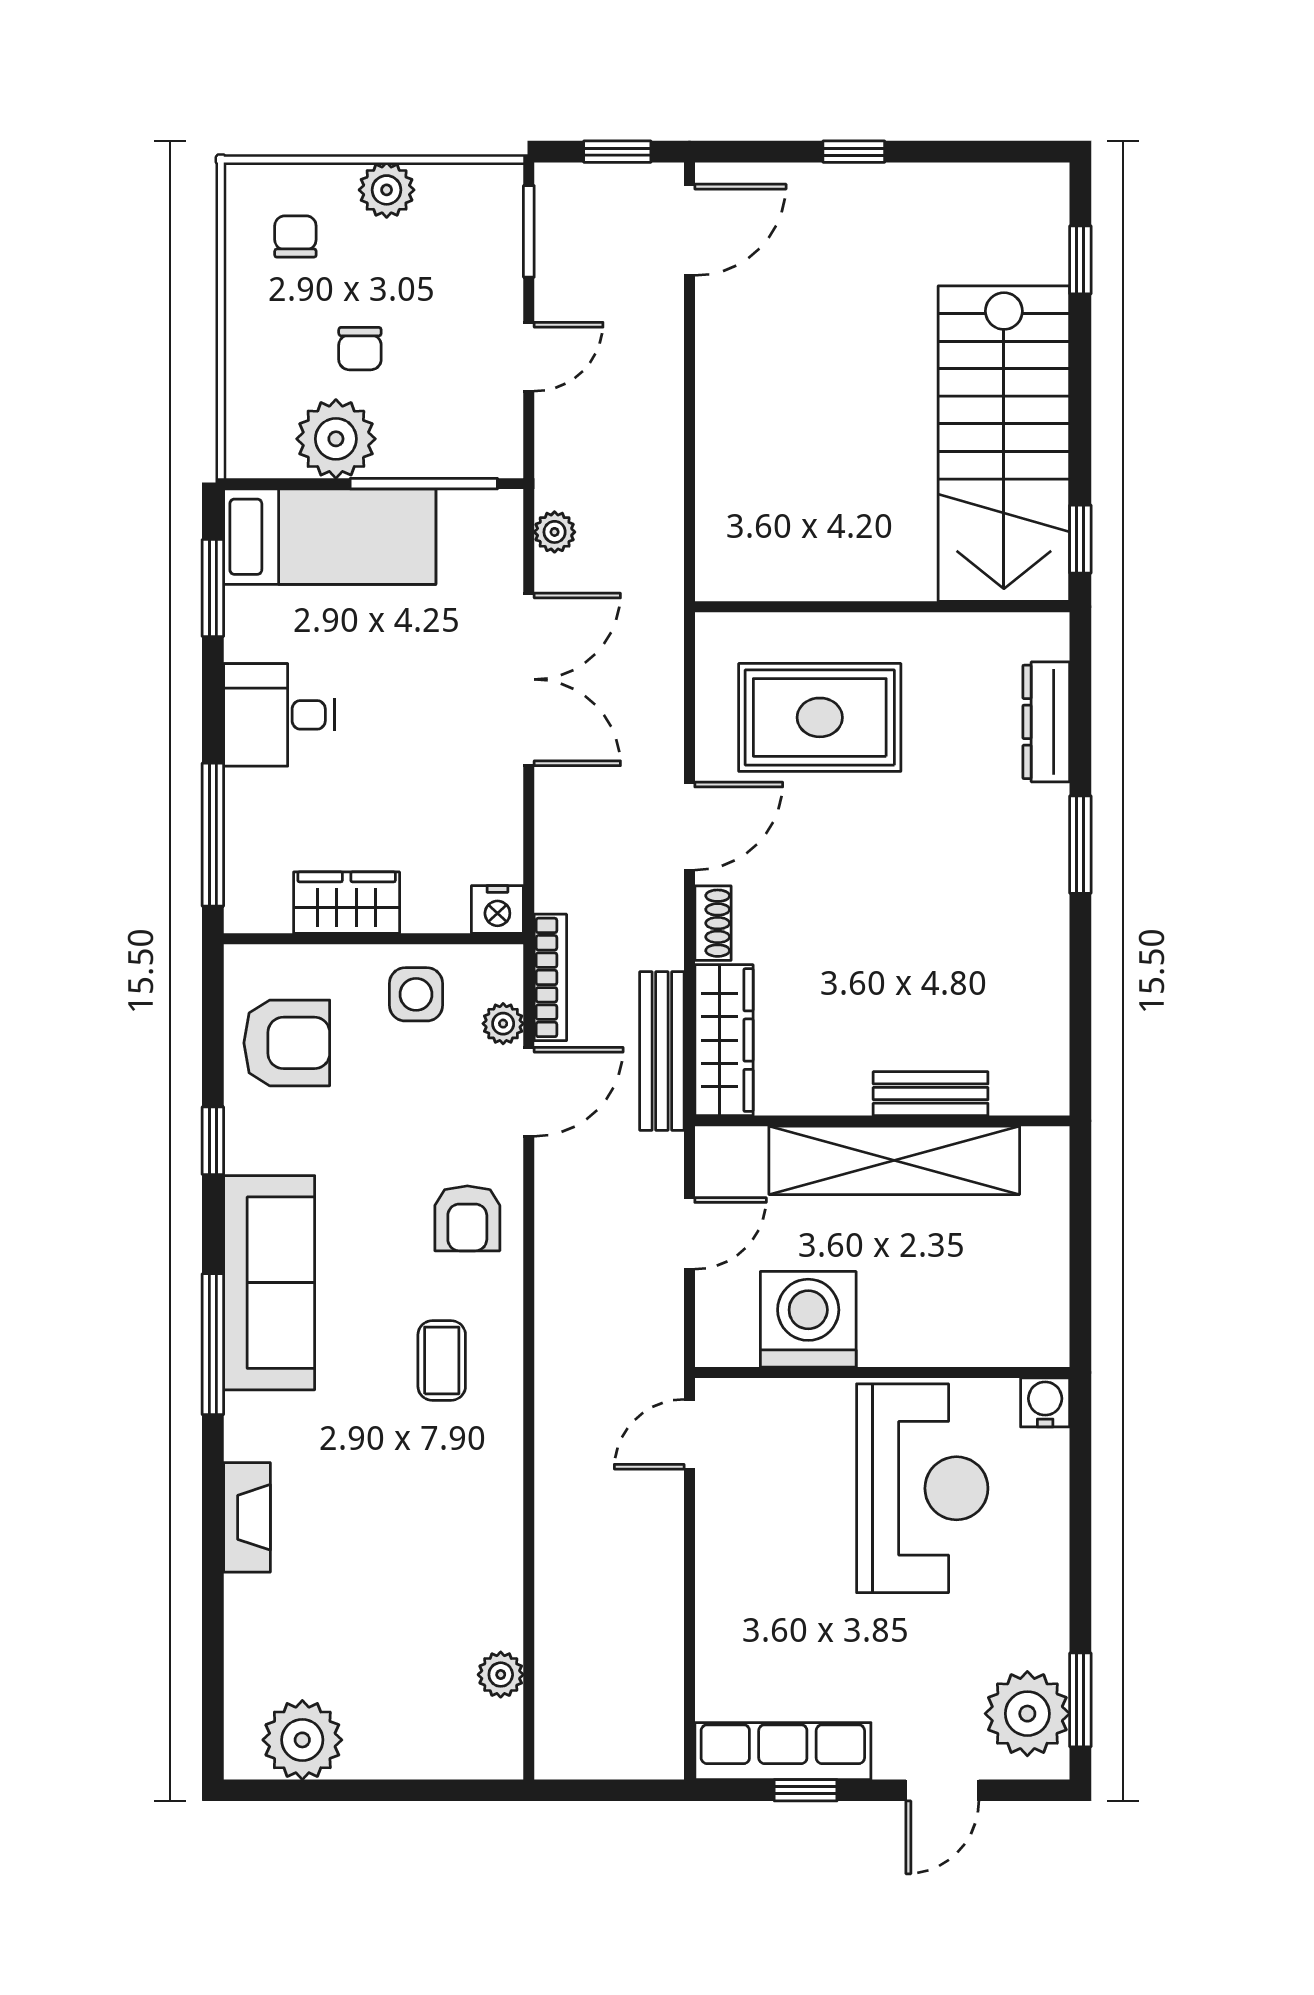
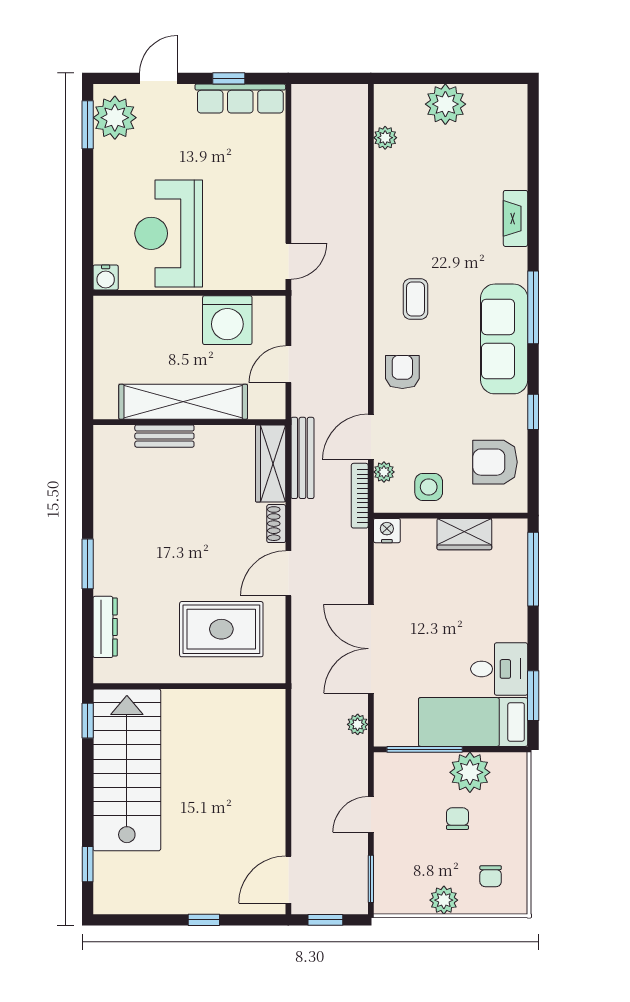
desk: (279, 715) -> (499, 669), moved
plant: (302, 1740) -> (445, 104), moved

